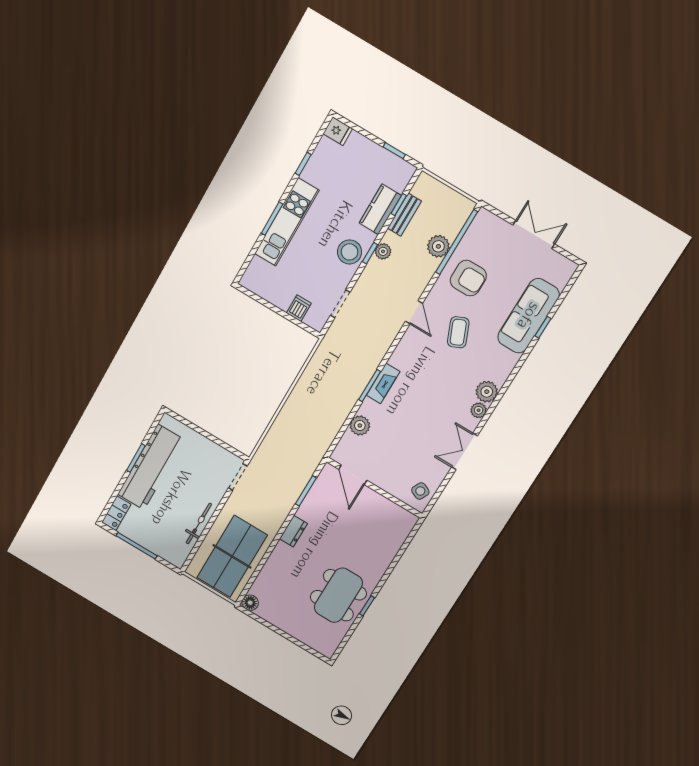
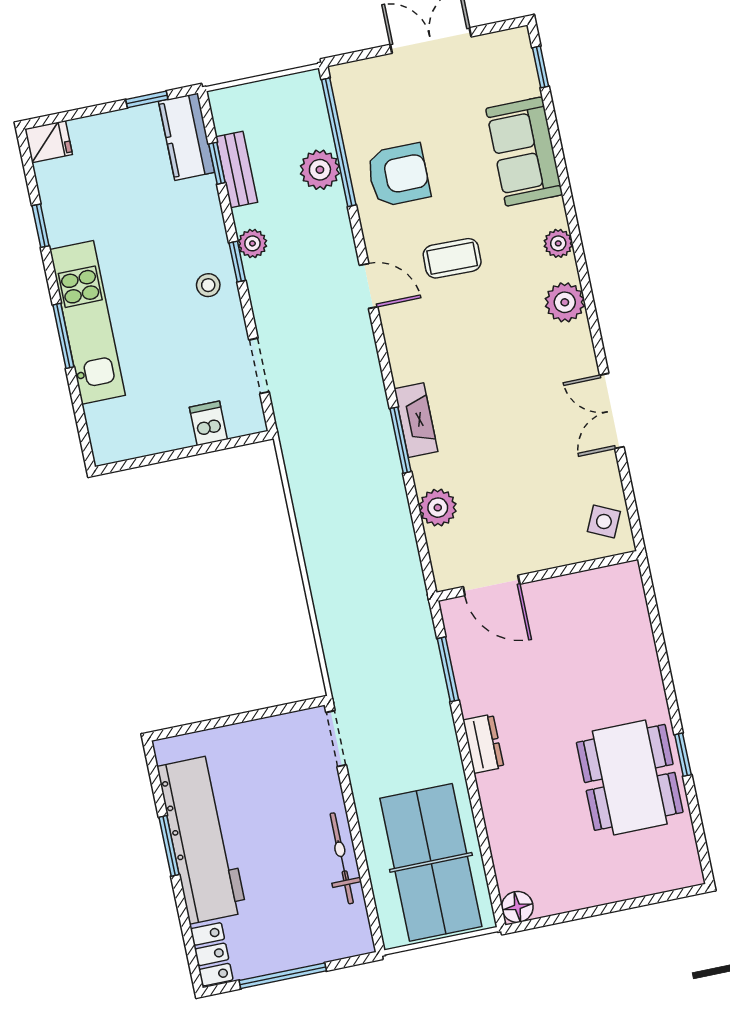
kitchen counter: (380, 209) -> (187, 137), moved
stool: (350, 252) -> (208, 285), width x0.53, depth x0.53
sofa: (528, 316) -> (524, 152), width x0.73
window: (543, 327) -> (541, 67), moved
coffee table: (458, 332) -> (452, 258), turned -66
plant: (479, 410) -> (558, 243), moved

